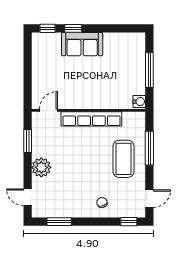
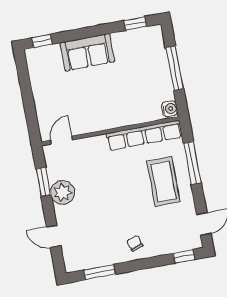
window: (73, 28) -> (135, 23), moved
row of seats: (91, 119) -> (144, 135), moved
plant: (41, 167) -> (63, 192), moved
door: (28, 197) -> (54, 236), moved
chair: (102, 203) -> (135, 243), moved

